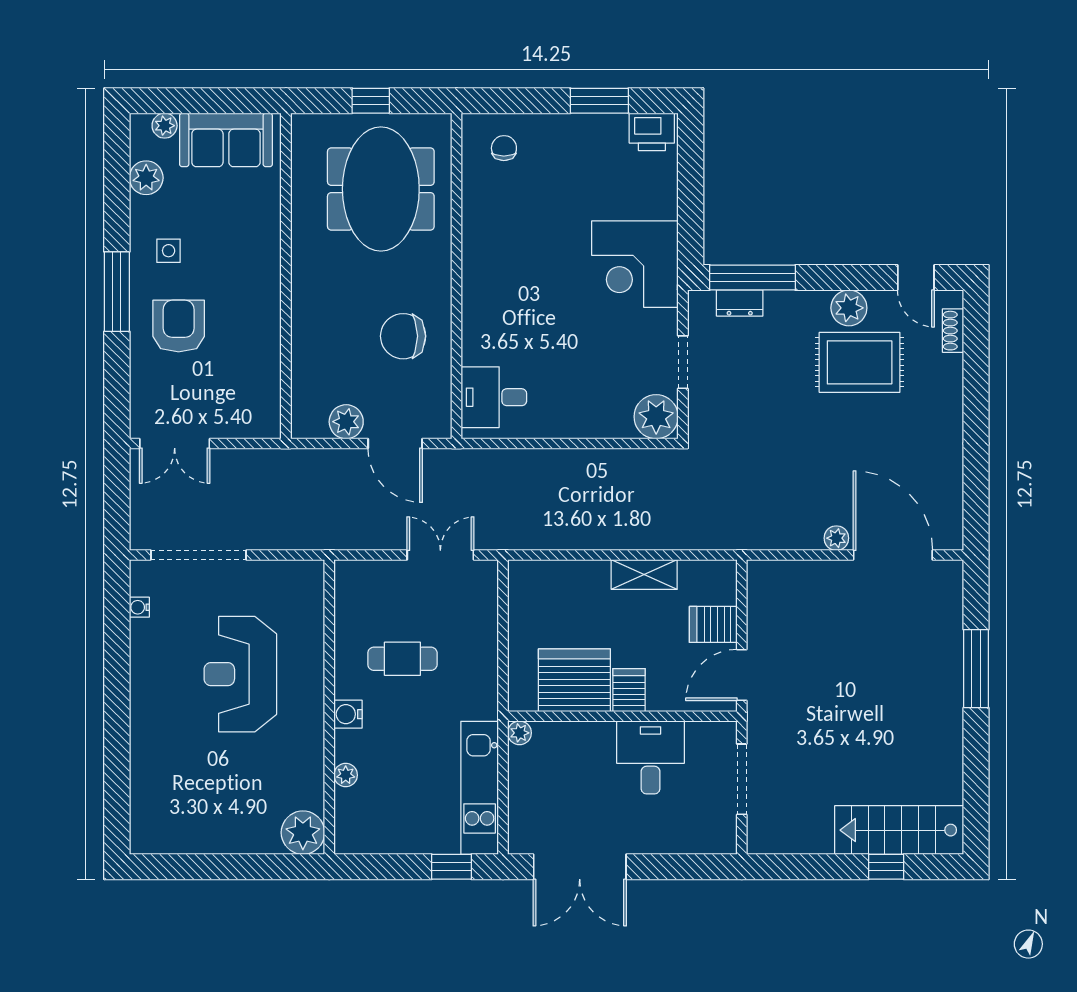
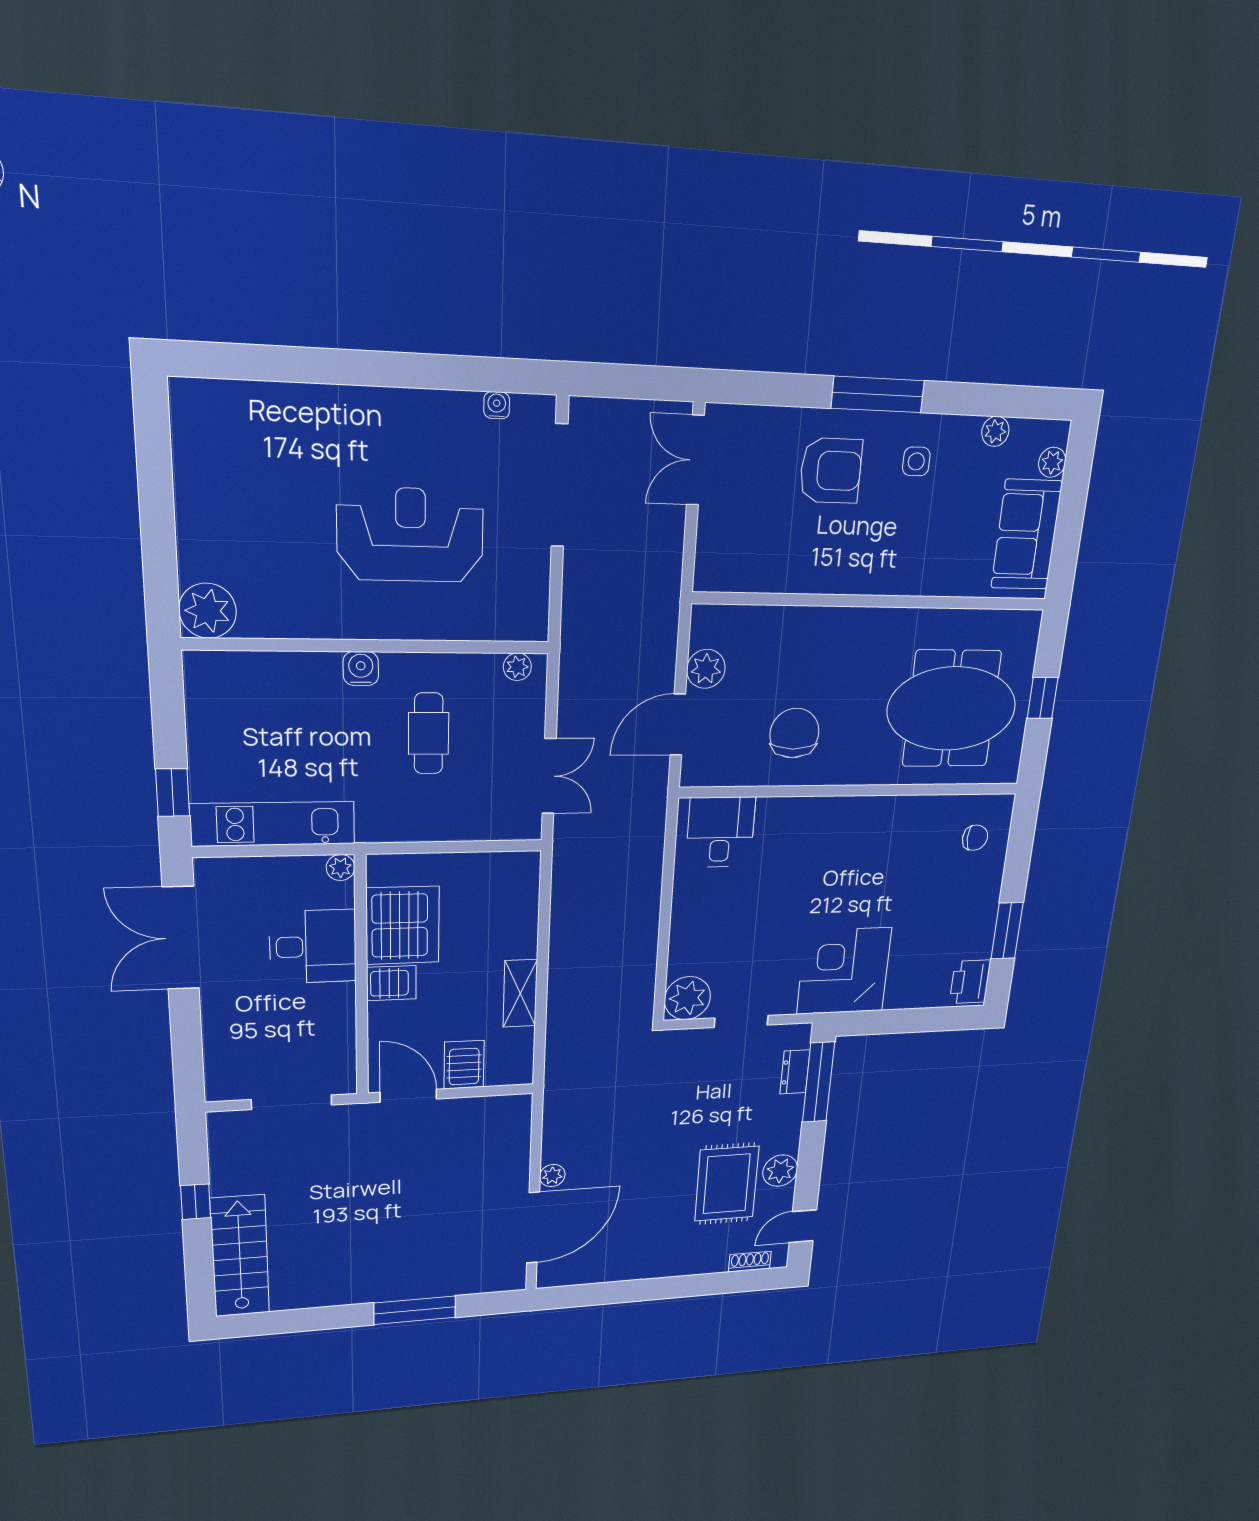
plant: (146, 178) -> (995, 431), width x0.73, depth x0.73
desk: (650, 757) -> (313, 947), moved
plant: (346, 775) -> (517, 667), moved
window: (886, 867) -> (196, 1202), moved

